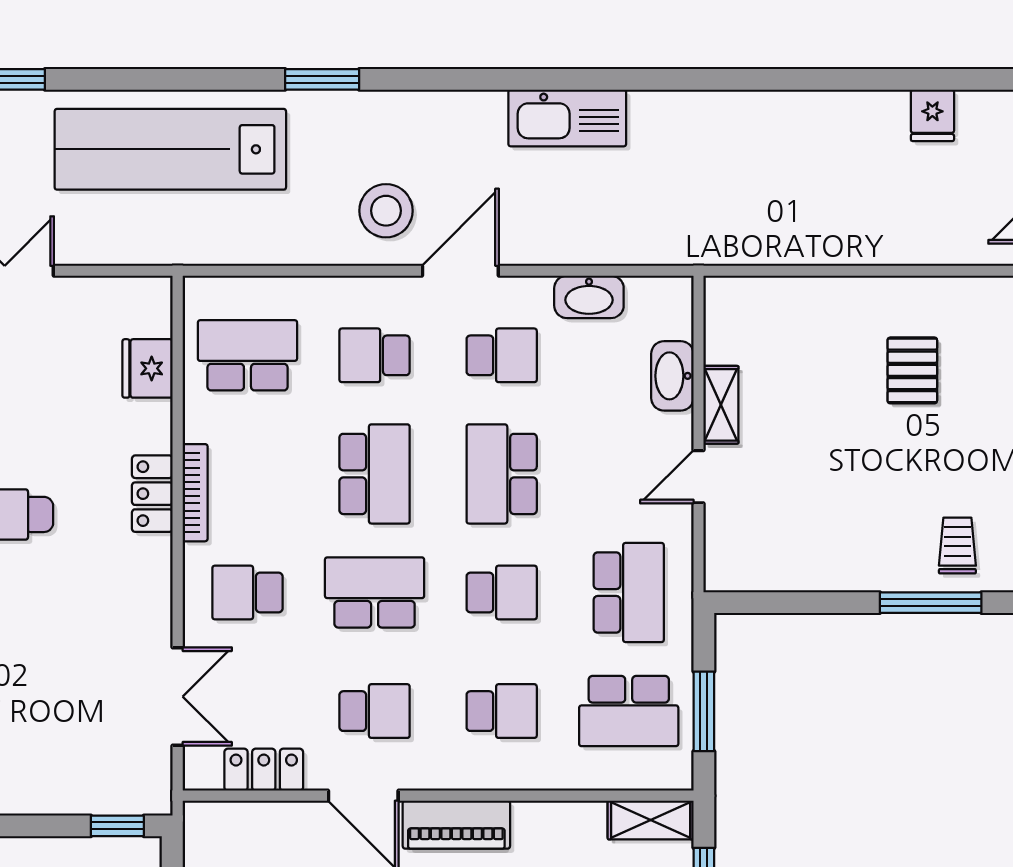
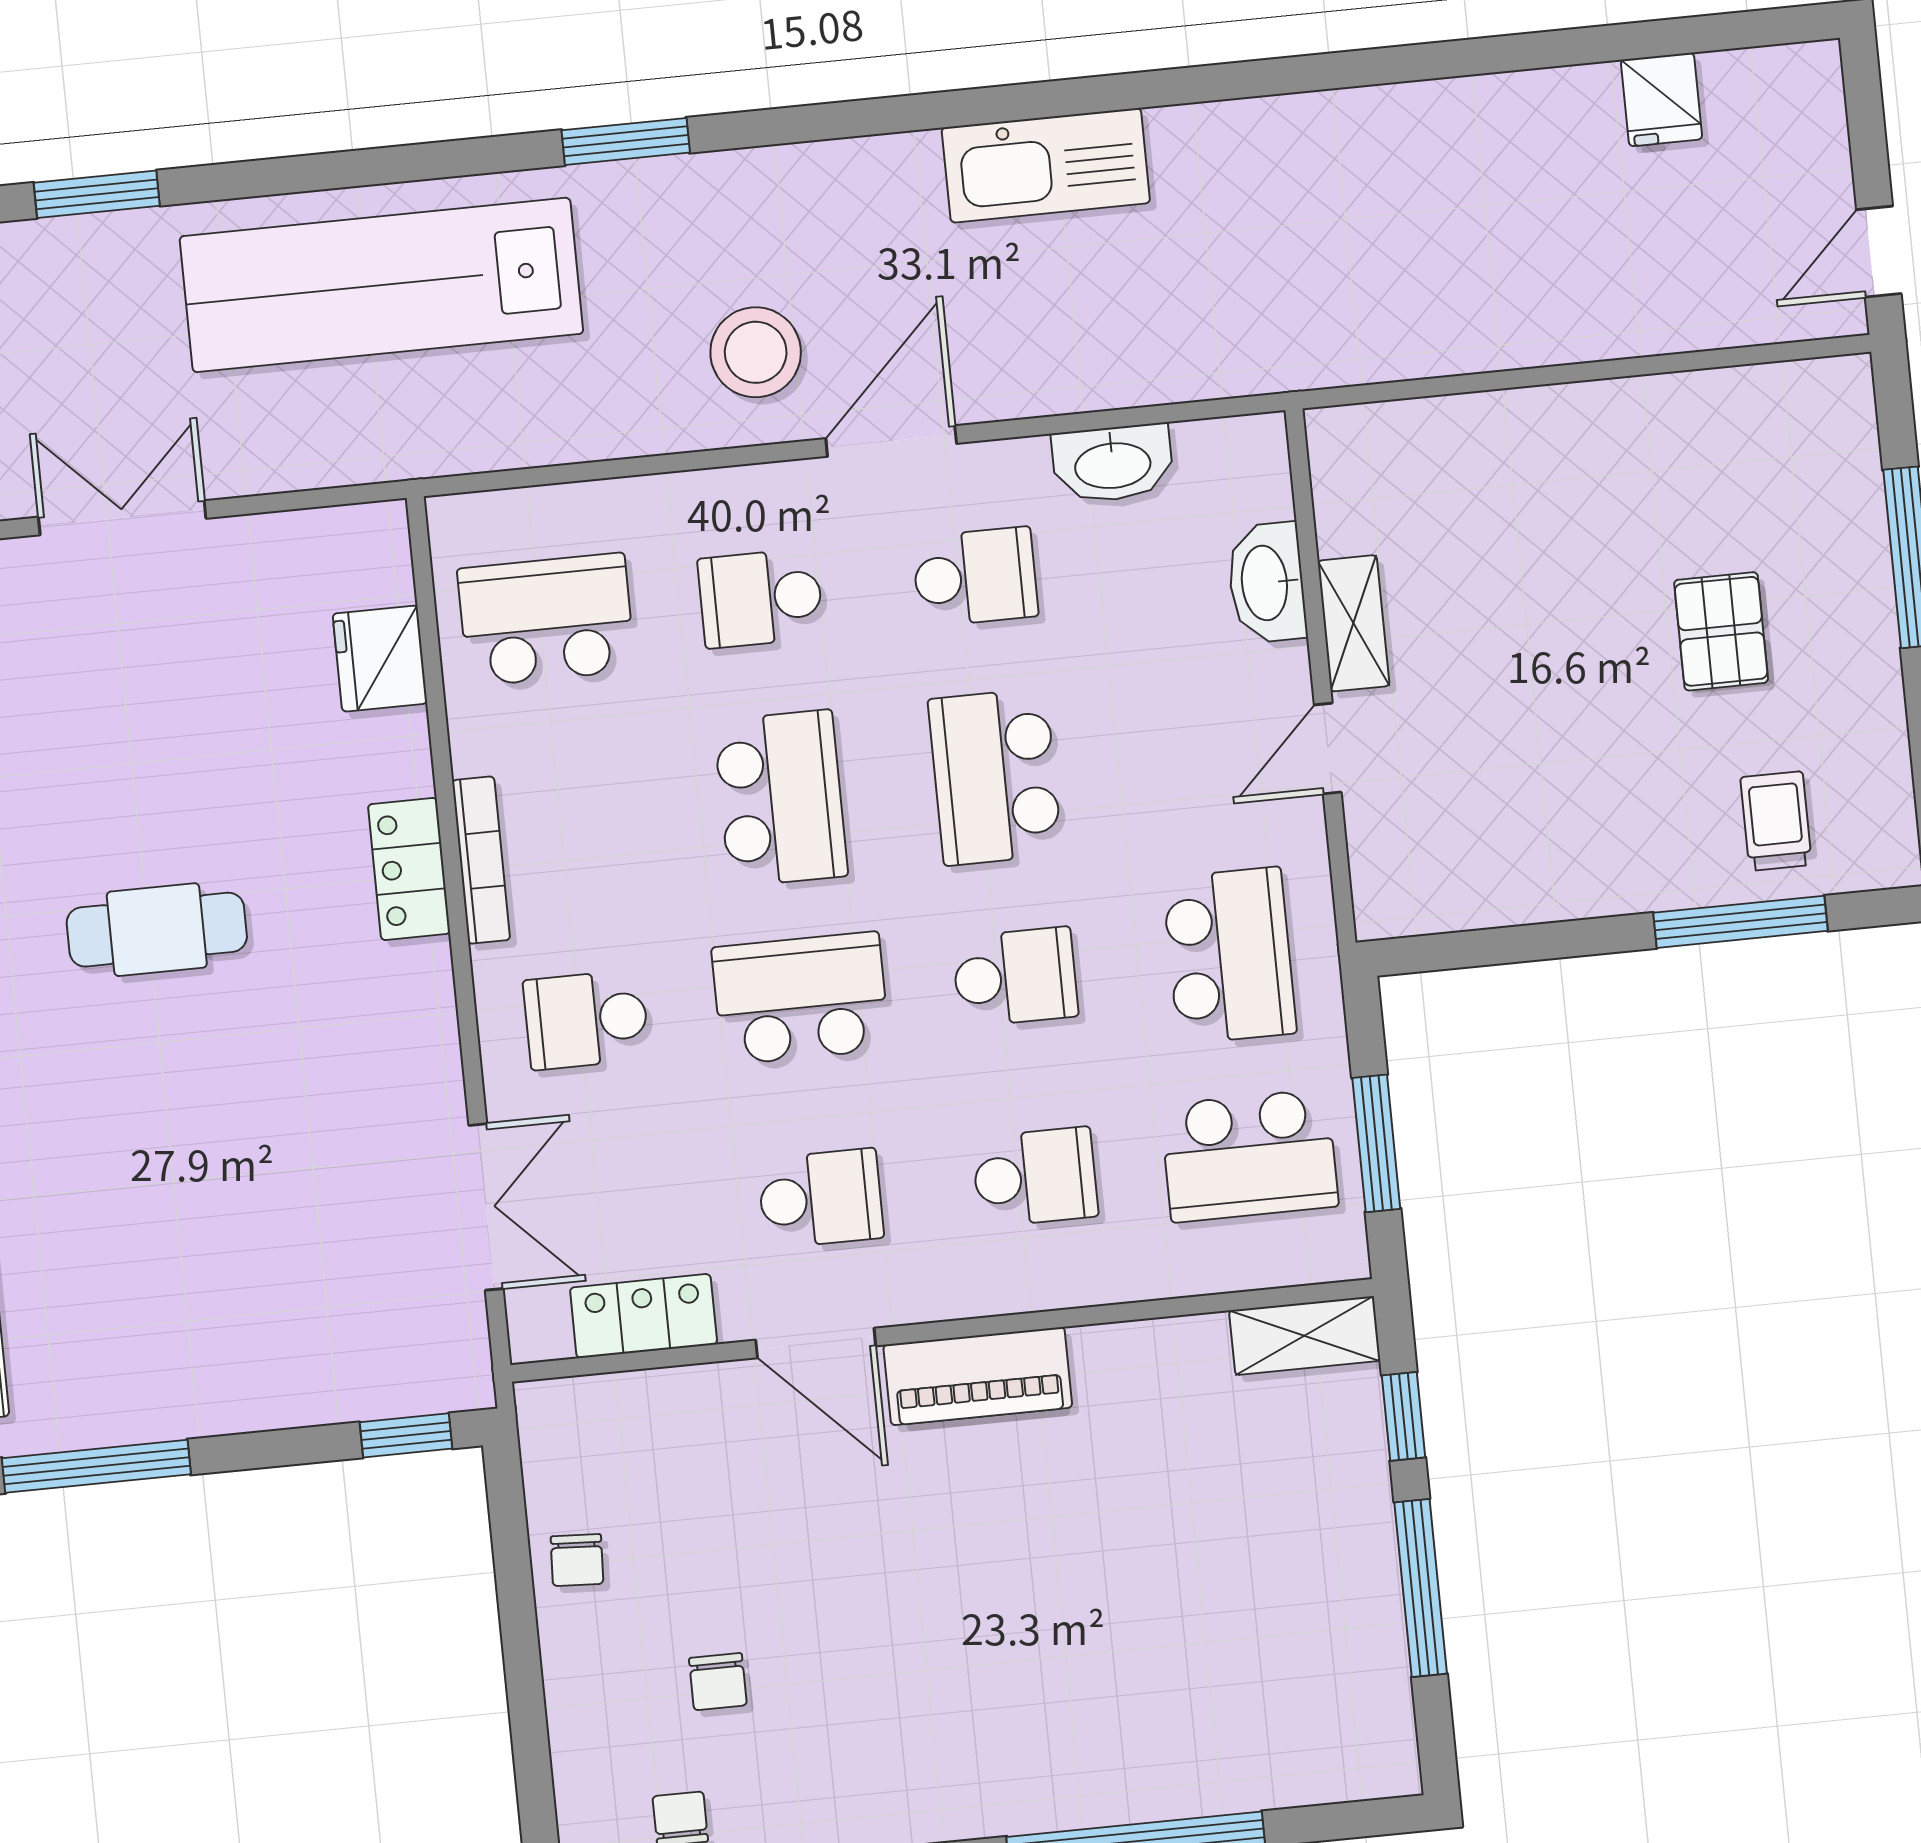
pallet: (912, 370) -> (1721, 631), moved

